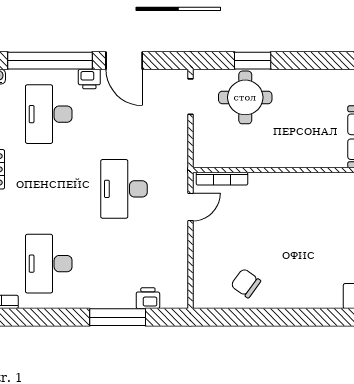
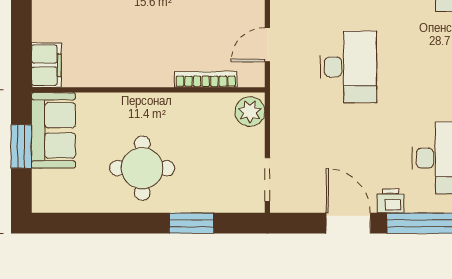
round table: (245, 97) -> (142, 168), moved
plant: (205, 152) -> (250, 112), added
bookcase: (222, 179) -> (206, 79), moved

